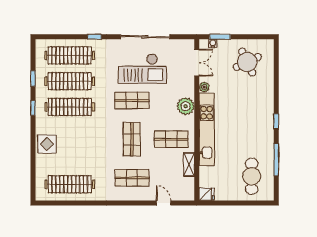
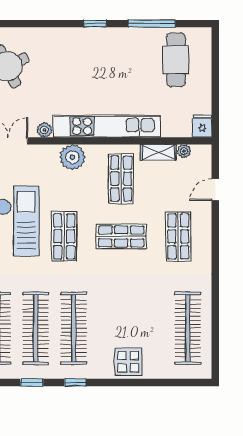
cafe table: (252, 176) -> (176, 60), turned 90
plant: (190, 182) -> (184, 151), added

